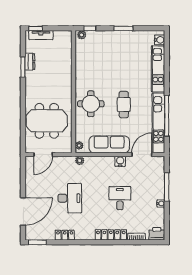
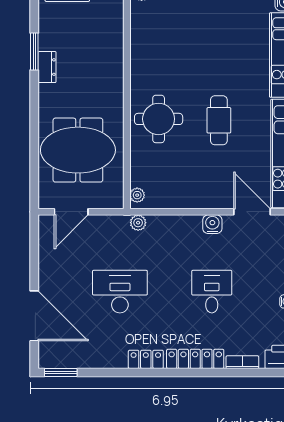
dresser: (30, 62) -> (47, 67), moved
sofa: (109, 144) -> (192, 193), removed
door: (142, 155) -> (252, 212), hinge flipped
desk: (70, 198) -> (120, 292), turned -90
door: (23, 211) -> (34, 316), hinge flipped
locker: (65, 235) -> (146, 359), moved

